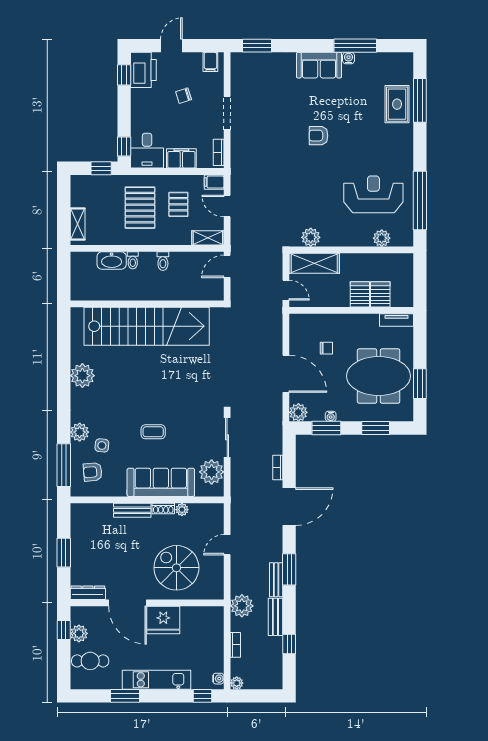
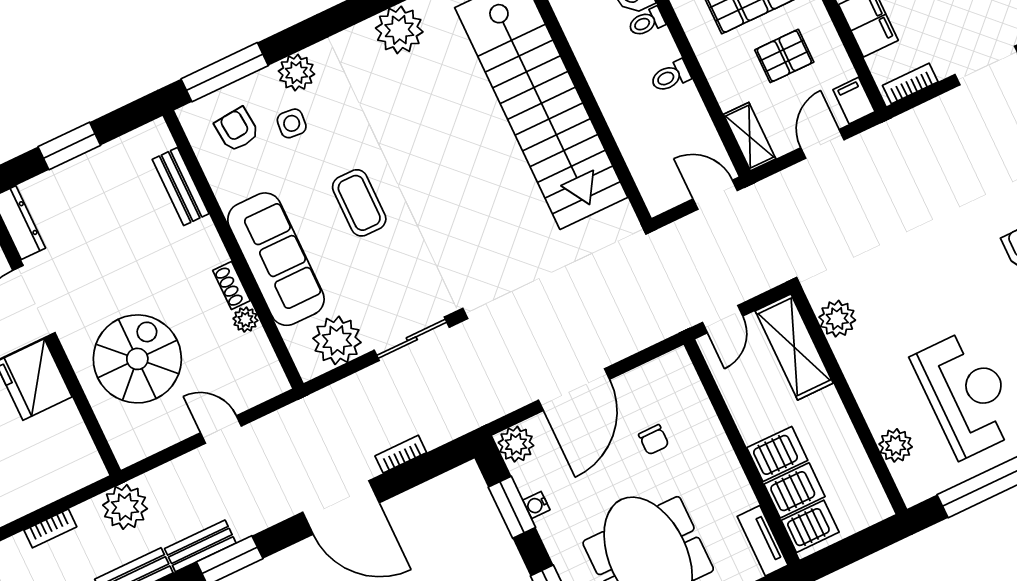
server rack: (400, 295) -> (810, 526), added
coffee table: (153, 432) -> (359, 203), width x1.36, depth x1.30
bench: (132, 510) -> (181, 187), moved

